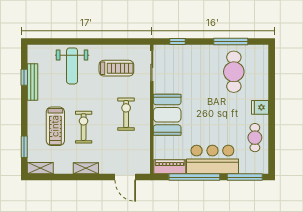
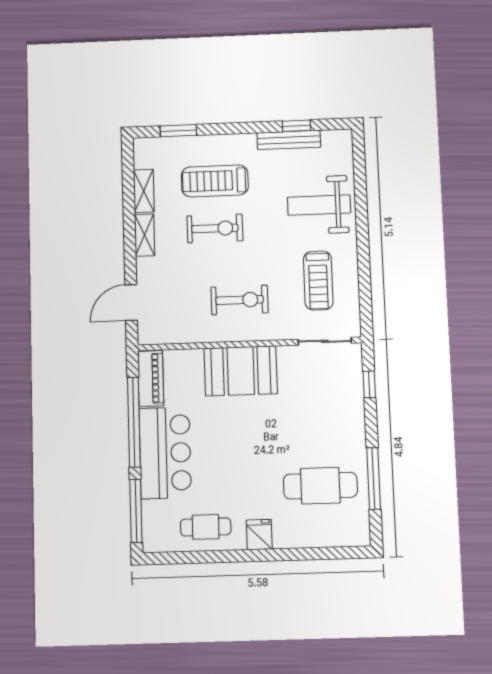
shelving: (40, 168) -> (144, 191), moved

